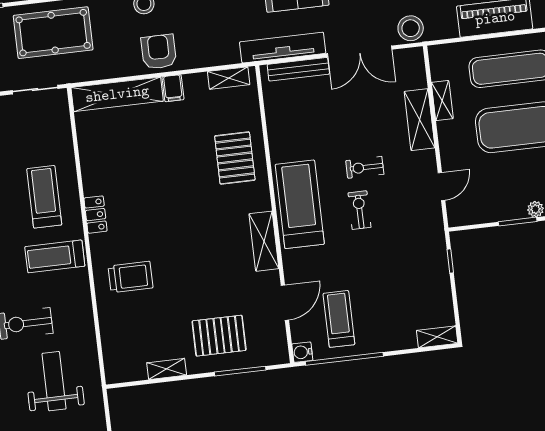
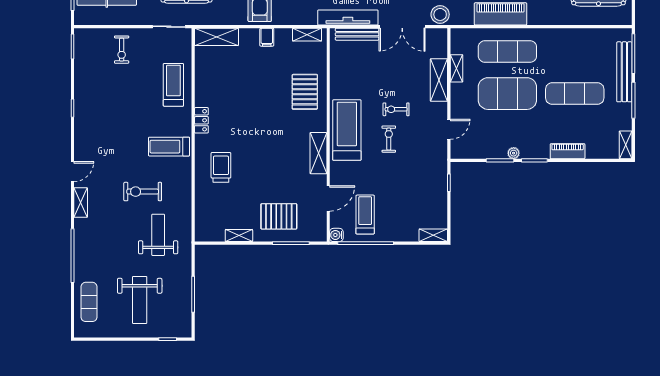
shelving: (117, 94) -> (216, 37), width x0.68
treadmill: (44, 197) -> (173, 85), moved
trolley: (130, 277) -> (221, 167), turned -90

